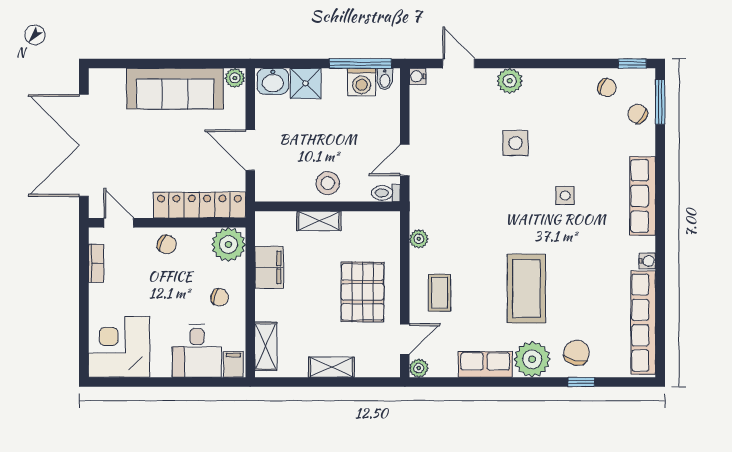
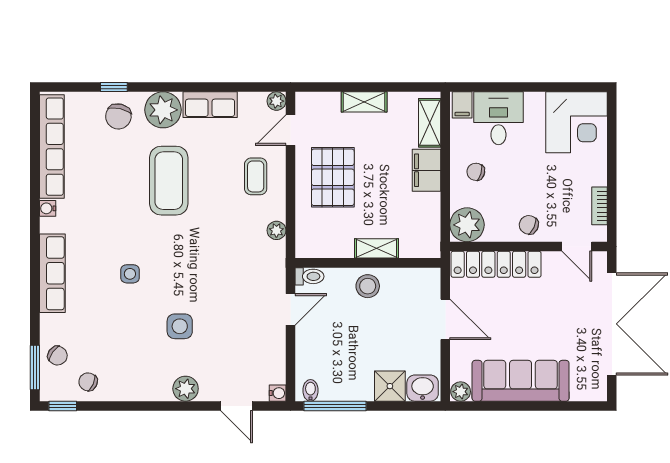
washing machine: (362, 82) -> (334, 387), removed
filing cabinet: (269, 267) -> (426, 170), moved

